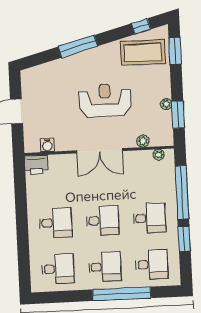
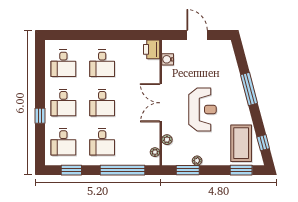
window: (184, 239) -> (71, 170), moved
window: (122, 294) -> (40, 116), width x0.32

